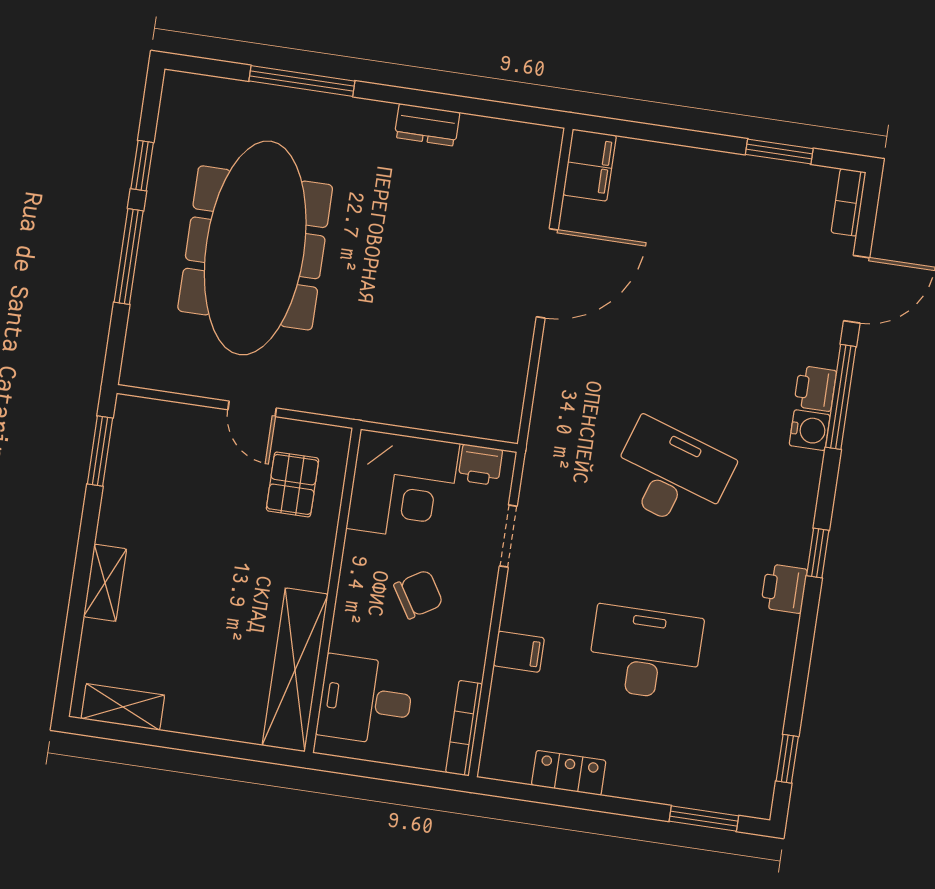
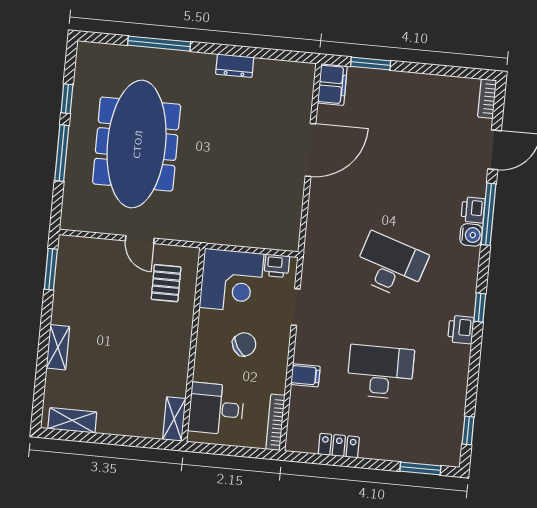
window: (779, 151) -> (371, 64), moved
shelving: (295, 670) -> (174, 419), width x0.45, depth x0.75

